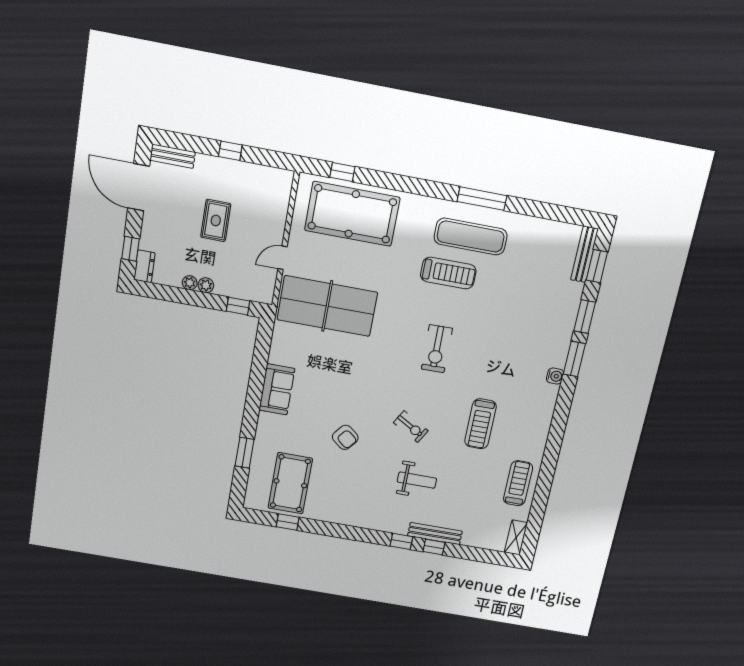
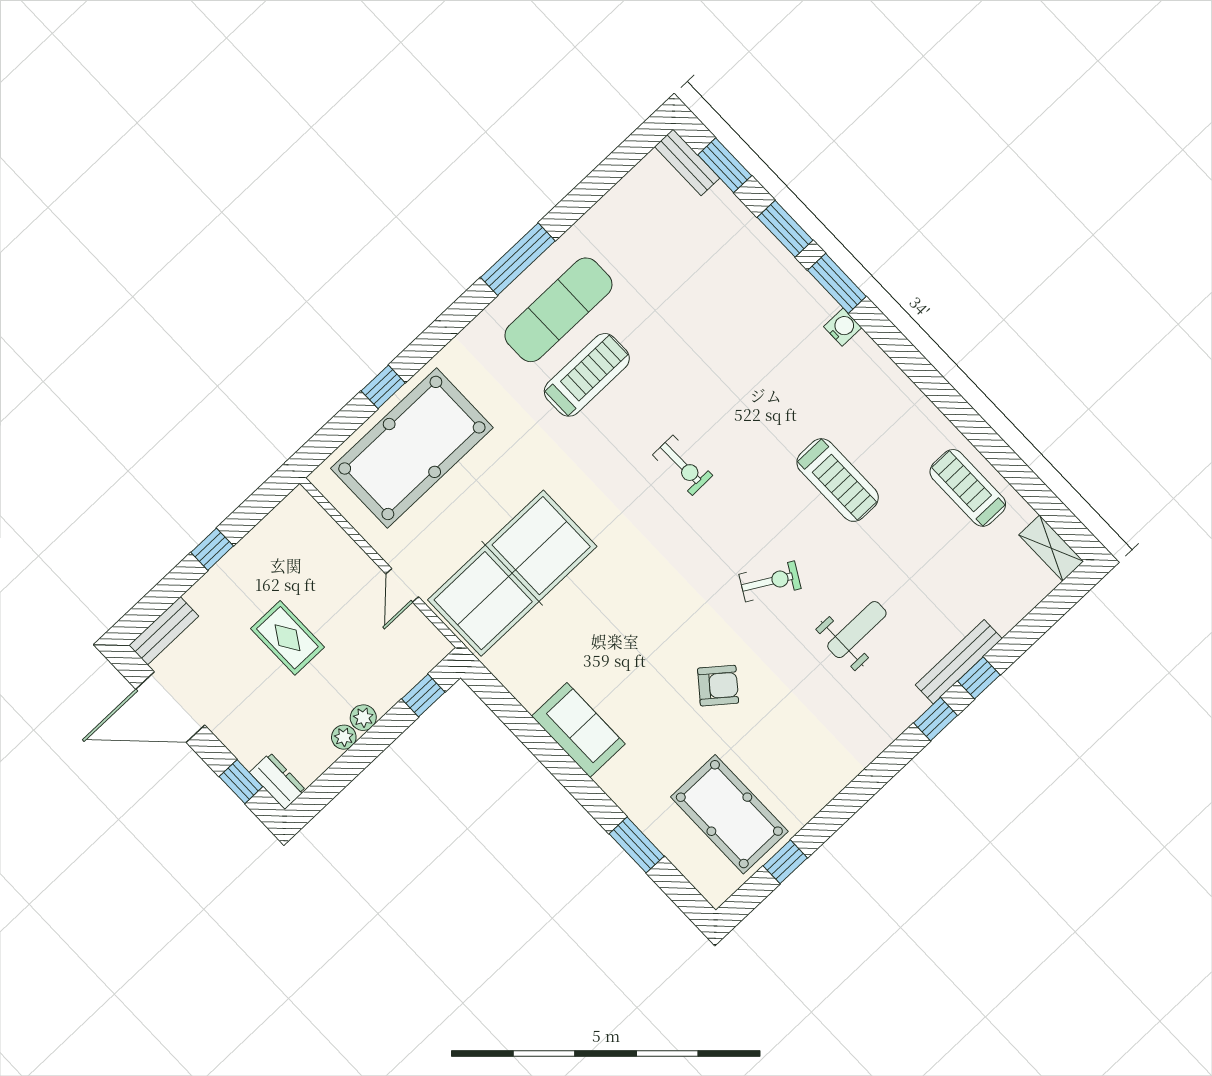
window: (342, 172) -> (383, 387), moved
bench: (585, 254) -> (687, 162), width x0.73
exercise bike: (437, 349) -> (683, 465), width x0.73, depth x0.72

